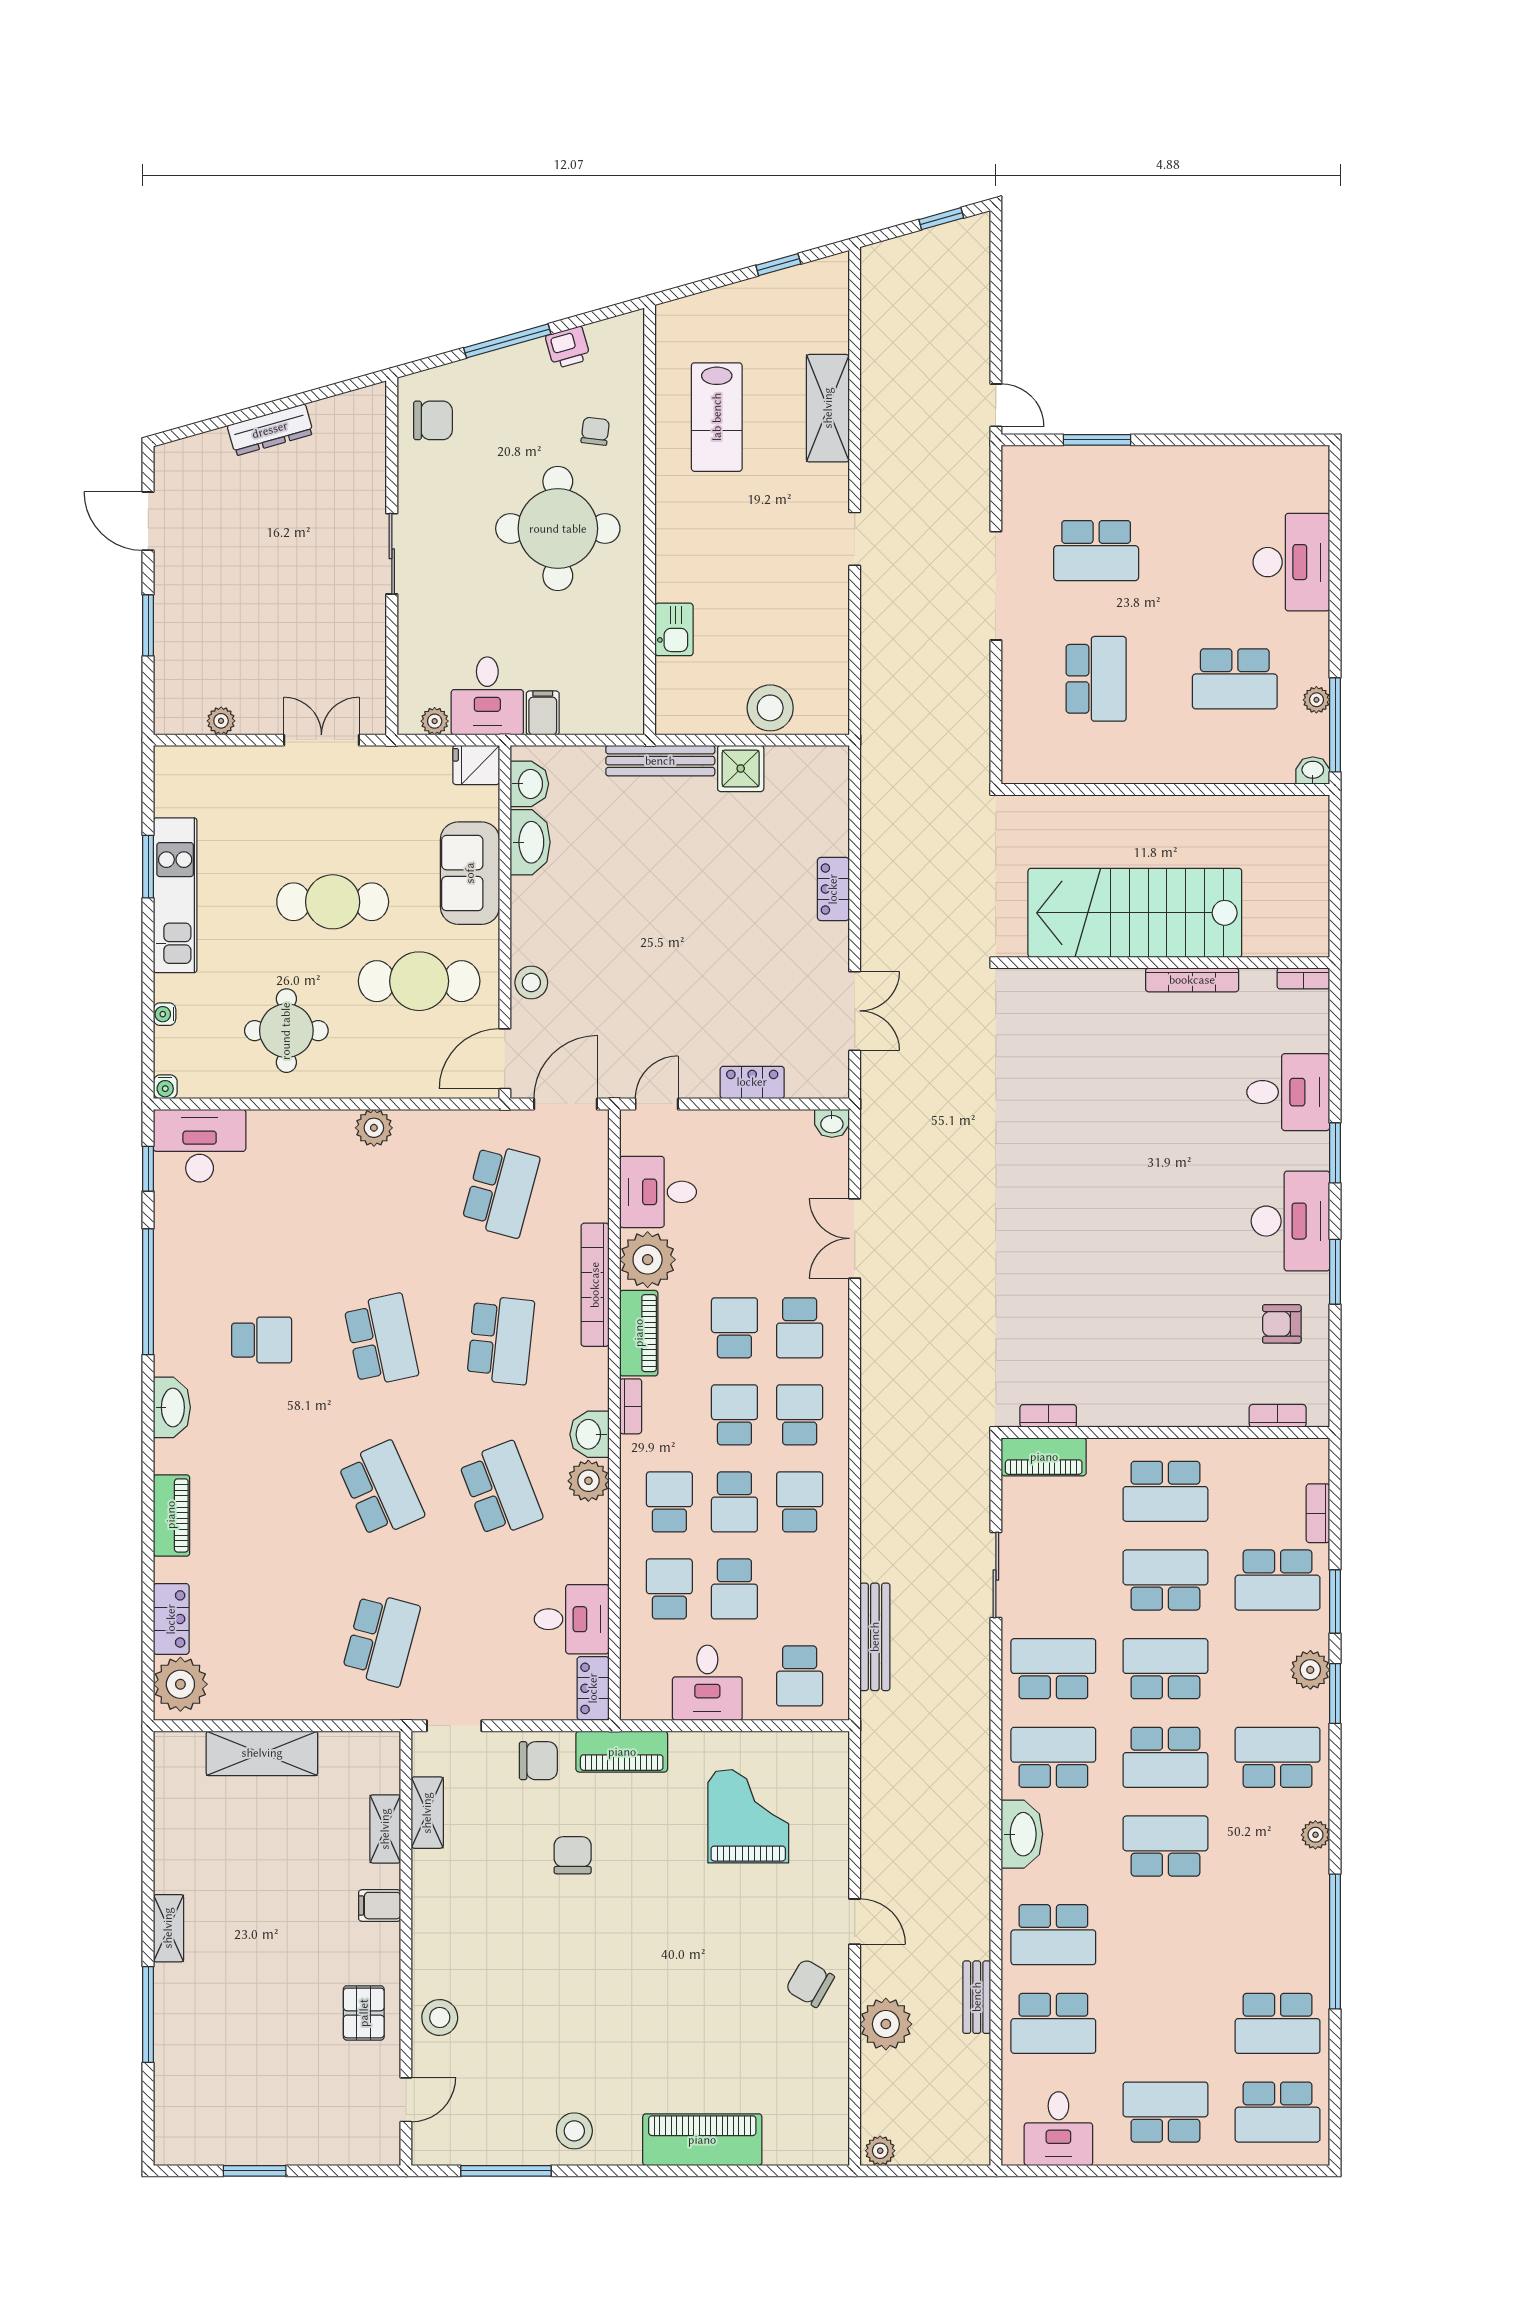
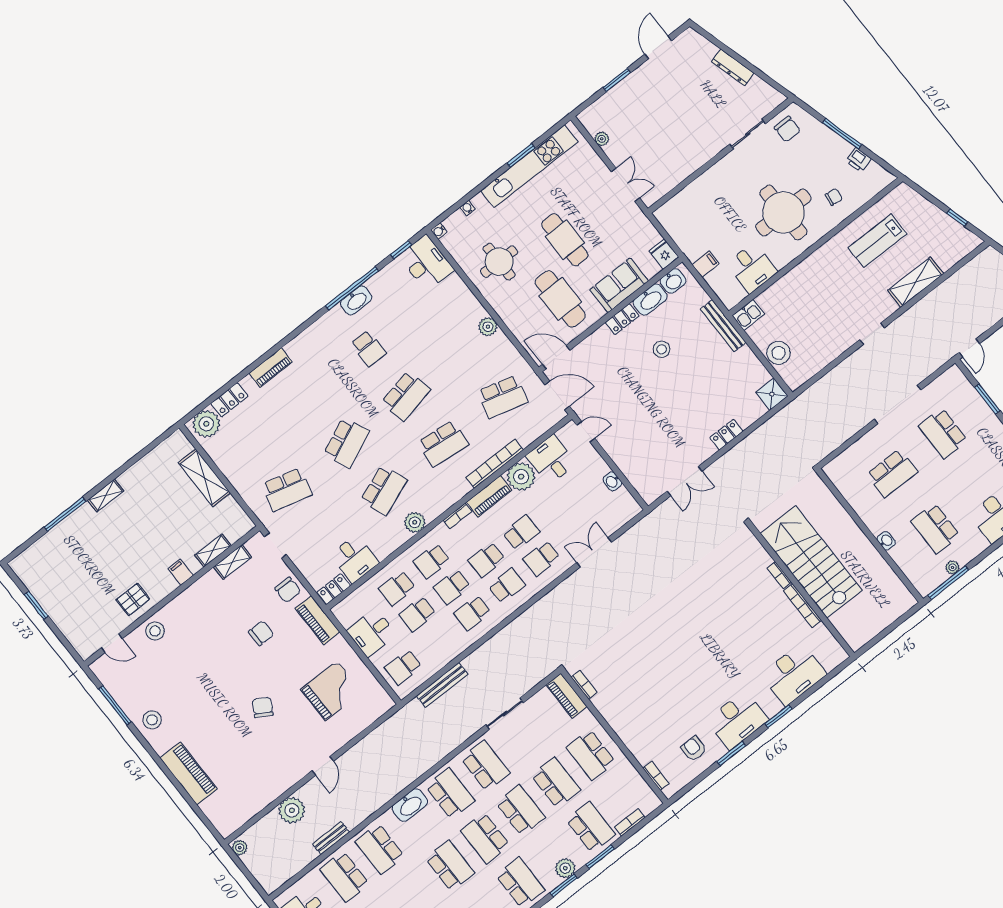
sliding door: (392, 554) -> (748, 134), moved
kitchen sink: (674, 629) -> (748, 315), moved
desk: (487, 696) -> (752, 268), moved, turned -90
plant: (435, 721) -> (668, 224), removed
shower: (741, 768) -> (772, 394), moved
washbasin: (1313, 771) -> (886, 541), moved
kitchen unit: (175, 895) -> (529, 166), width x1.36
bookcase: (1303, 978) -> (779, 575), moved
stool: (531, 983) -> (662, 349), moved
locker: (752, 1082) -> (622, 319), moved, turned 90
desk: (1288, 1092) -> (794, 674), width x1.37
washbasin: (832, 1123) -> (612, 481), moved
washbasin: (172, 1407) -> (356, 300), moved
school desk: (734, 1415) -> (487, 560), turned 180
washbasin: (589, 1434) -> (434, 508), removed
school desk: (669, 1502) -> (432, 561), turned 180
school desk: (800, 1502) -> (472, 613), turned 180
school desk: (1278, 1580) -> (591, 827), turned 180
school desk: (669, 1589) -> (397, 588), turned 180
chair: (810, 1983) -> (263, 707), moved

